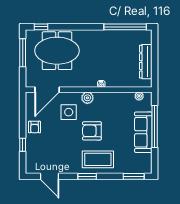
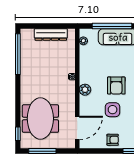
door: (47, 90) -> (77, 128), hinge flipped
side table: (69, 112) -> (113, 110), moved

